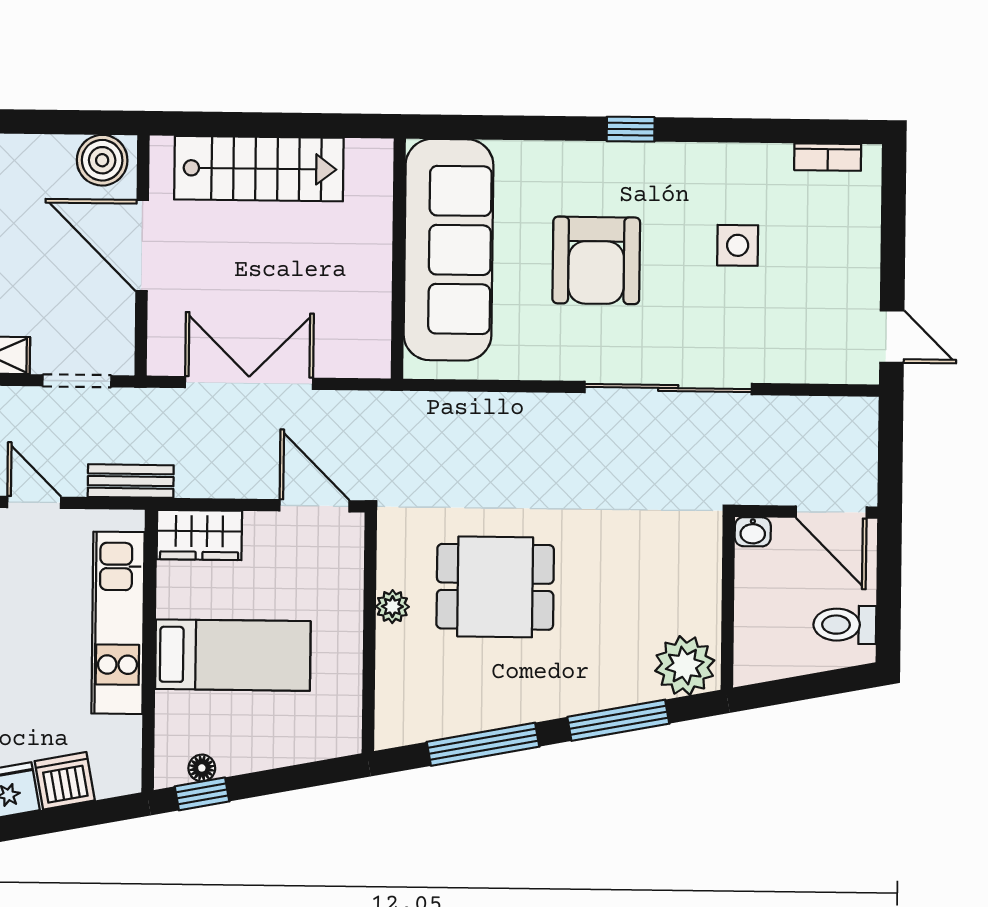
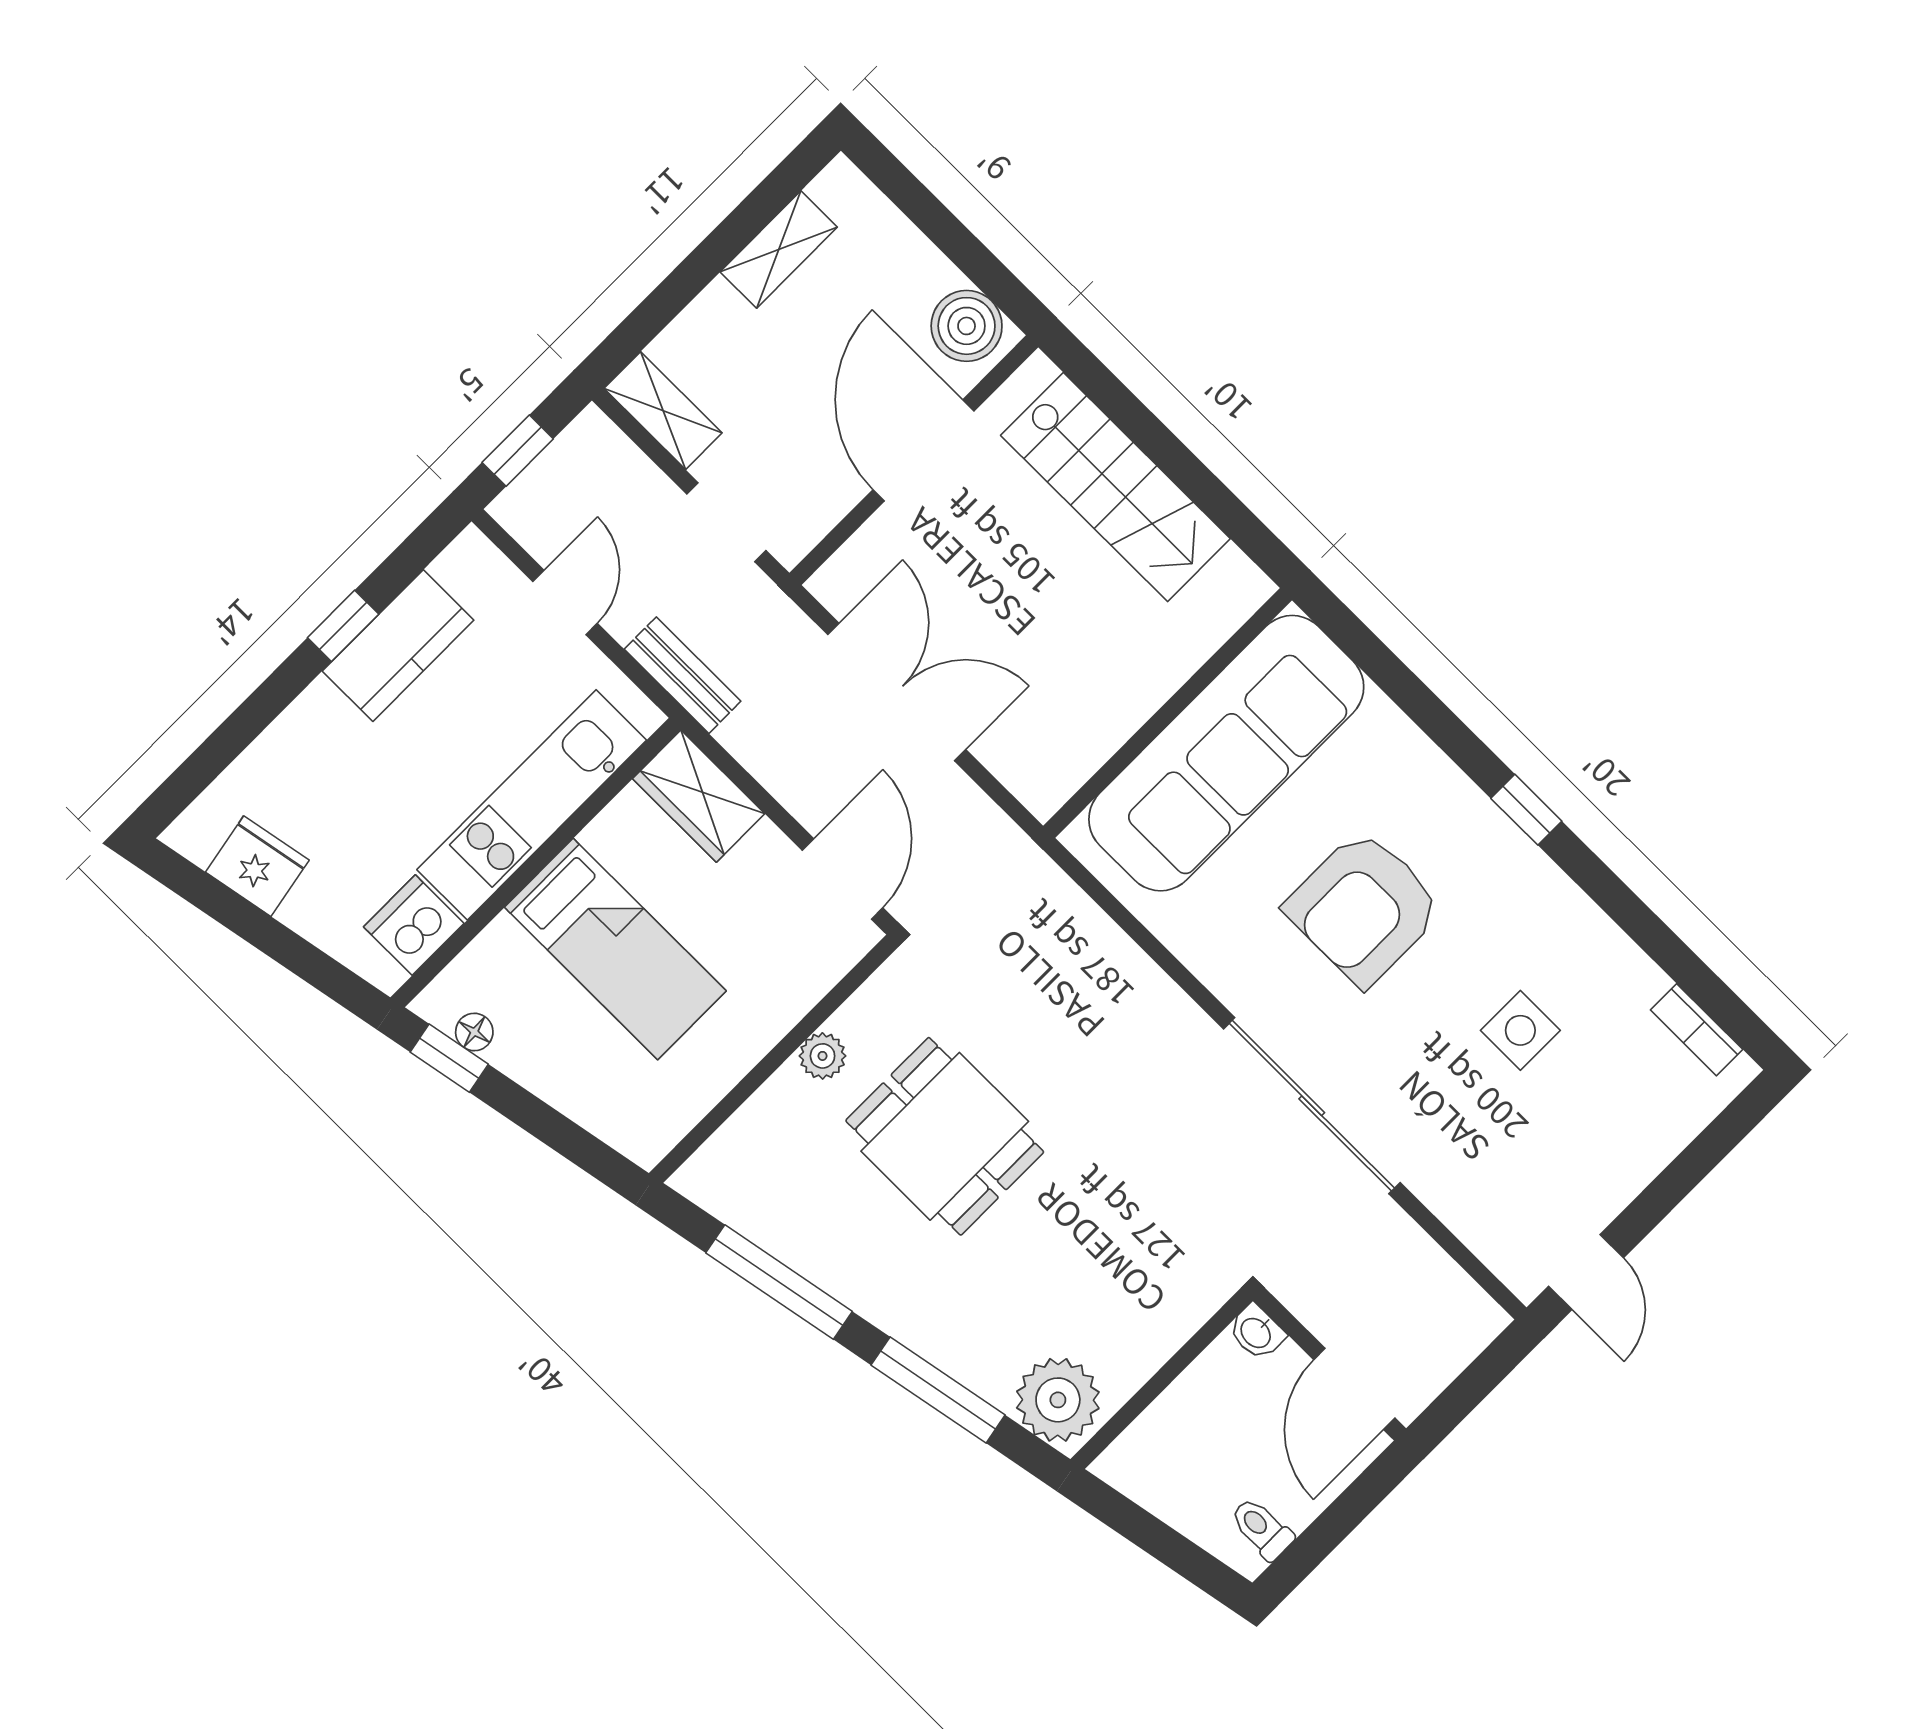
toilet: (845, 625) -> (1262, 1529), width x0.73, depth x0.72
dishwasher: (65, 781) -> (414, 925), moved, turned -79

